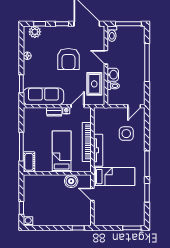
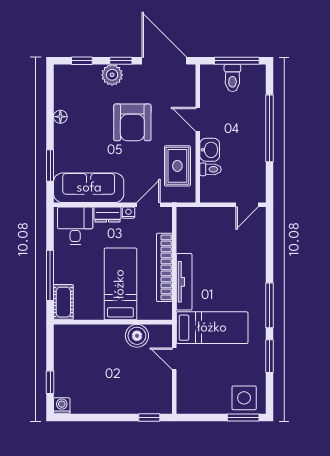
plant: (35, 32) -> (112, 75), moved
toilet: (112, 34) -> (232, 78), moved
desk: (36, 118) -> (75, 226), added
side table: (126, 134) -> (244, 398), moved

